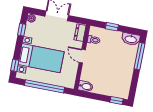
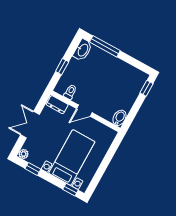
window: (44, 86) -> (105, 164), removed

